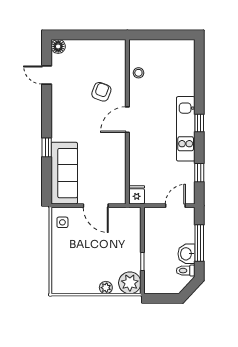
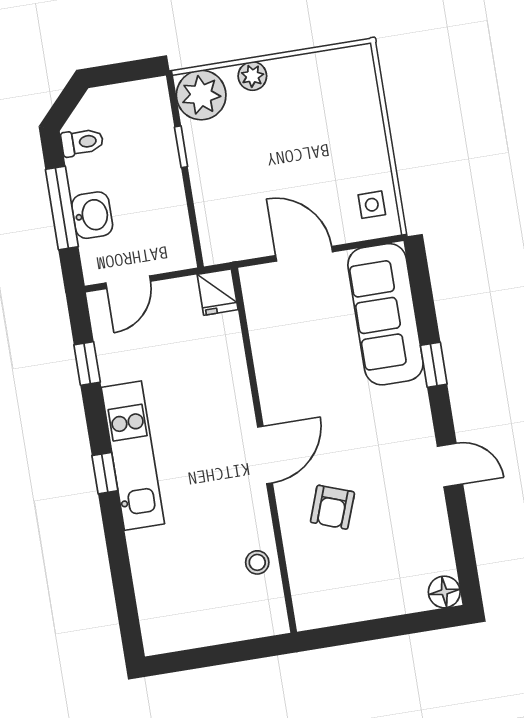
door: (47, 75) -> (450, 465), moved
washbasin: (186, 254) -> (92, 215), moved

